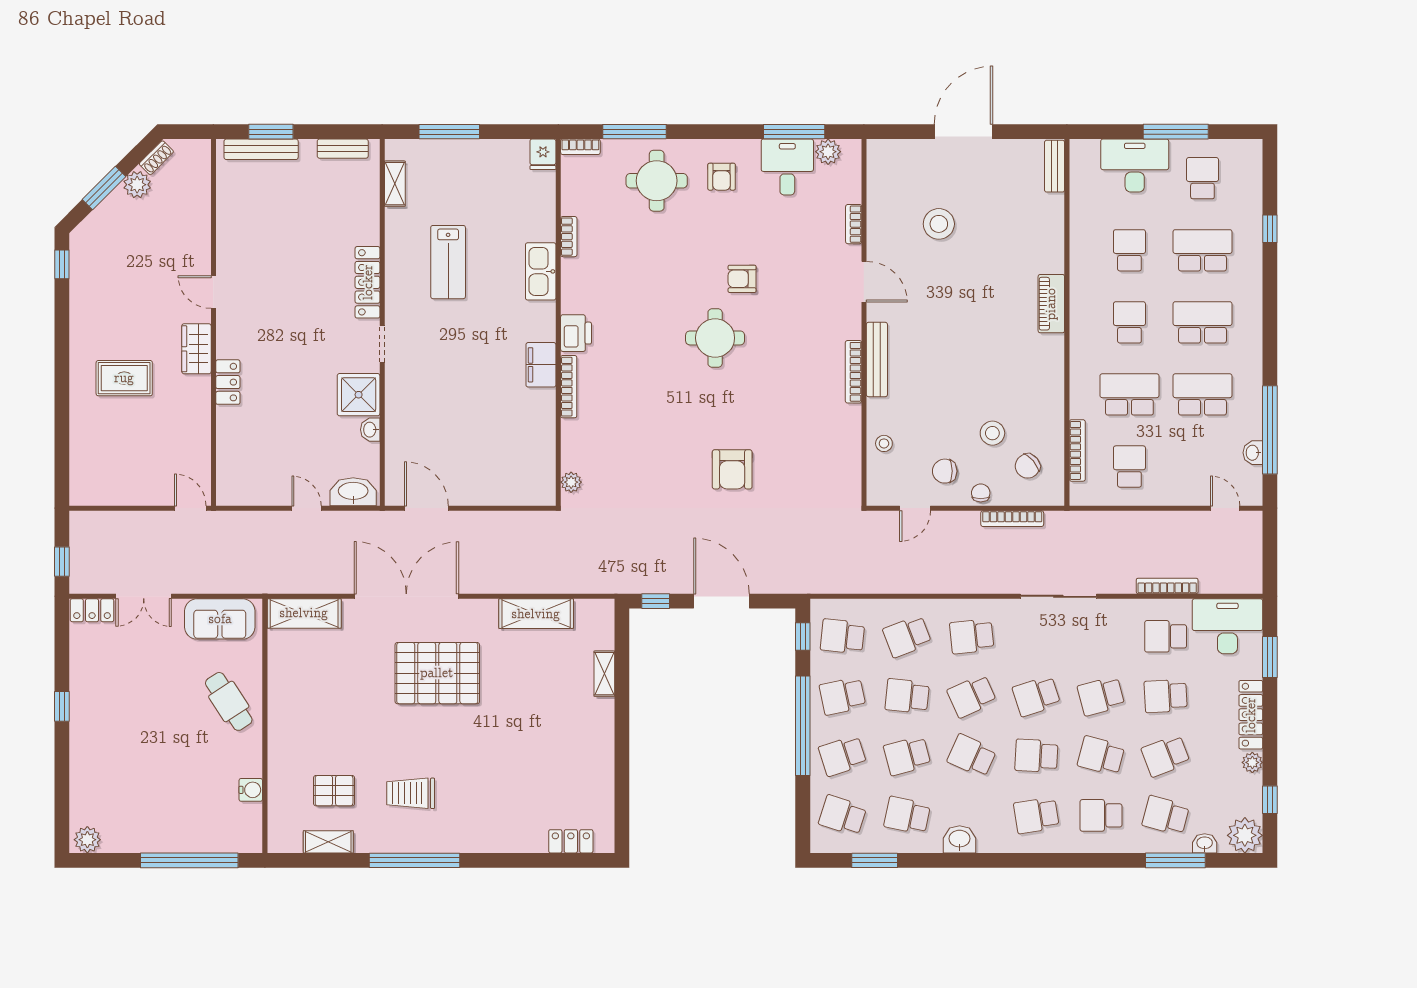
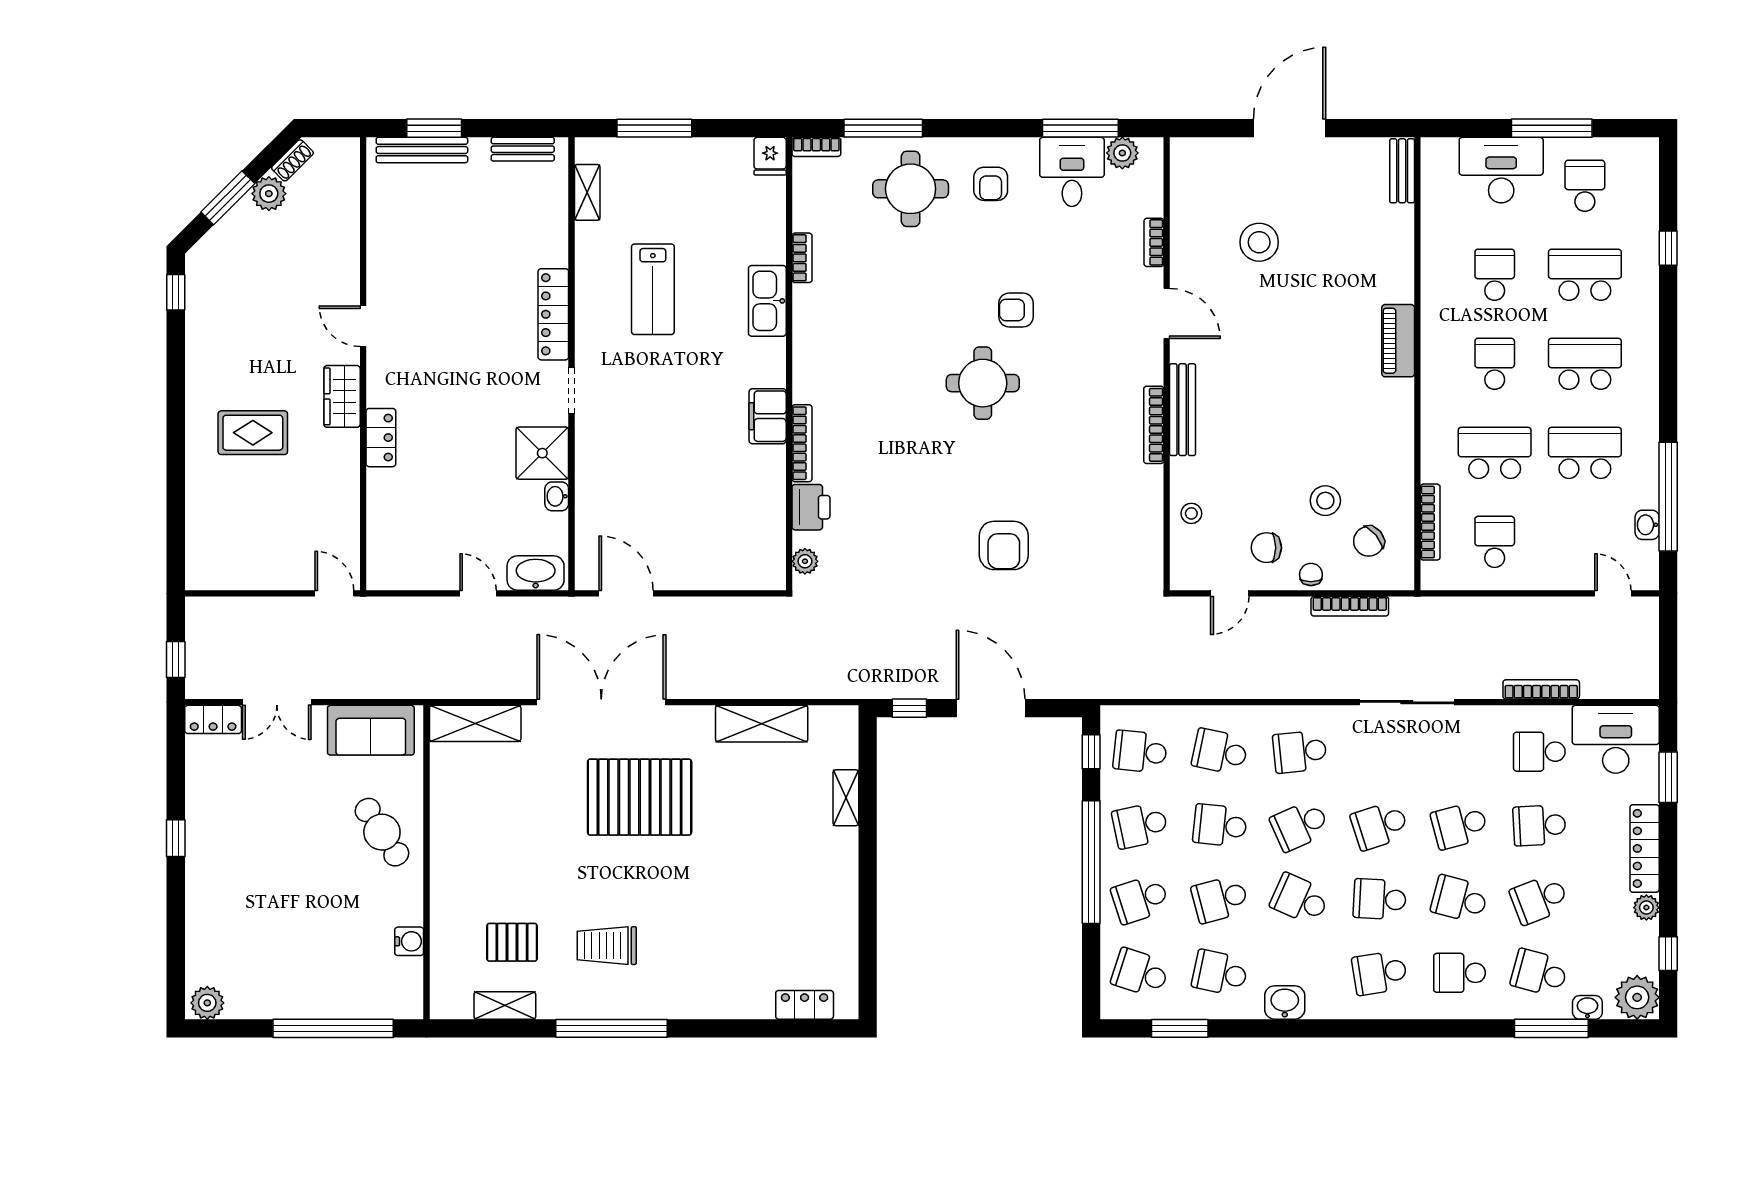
printer: (576, 333) -> (811, 507), moved
school desk: (907, 636) -> (1220, 752), turned 33

